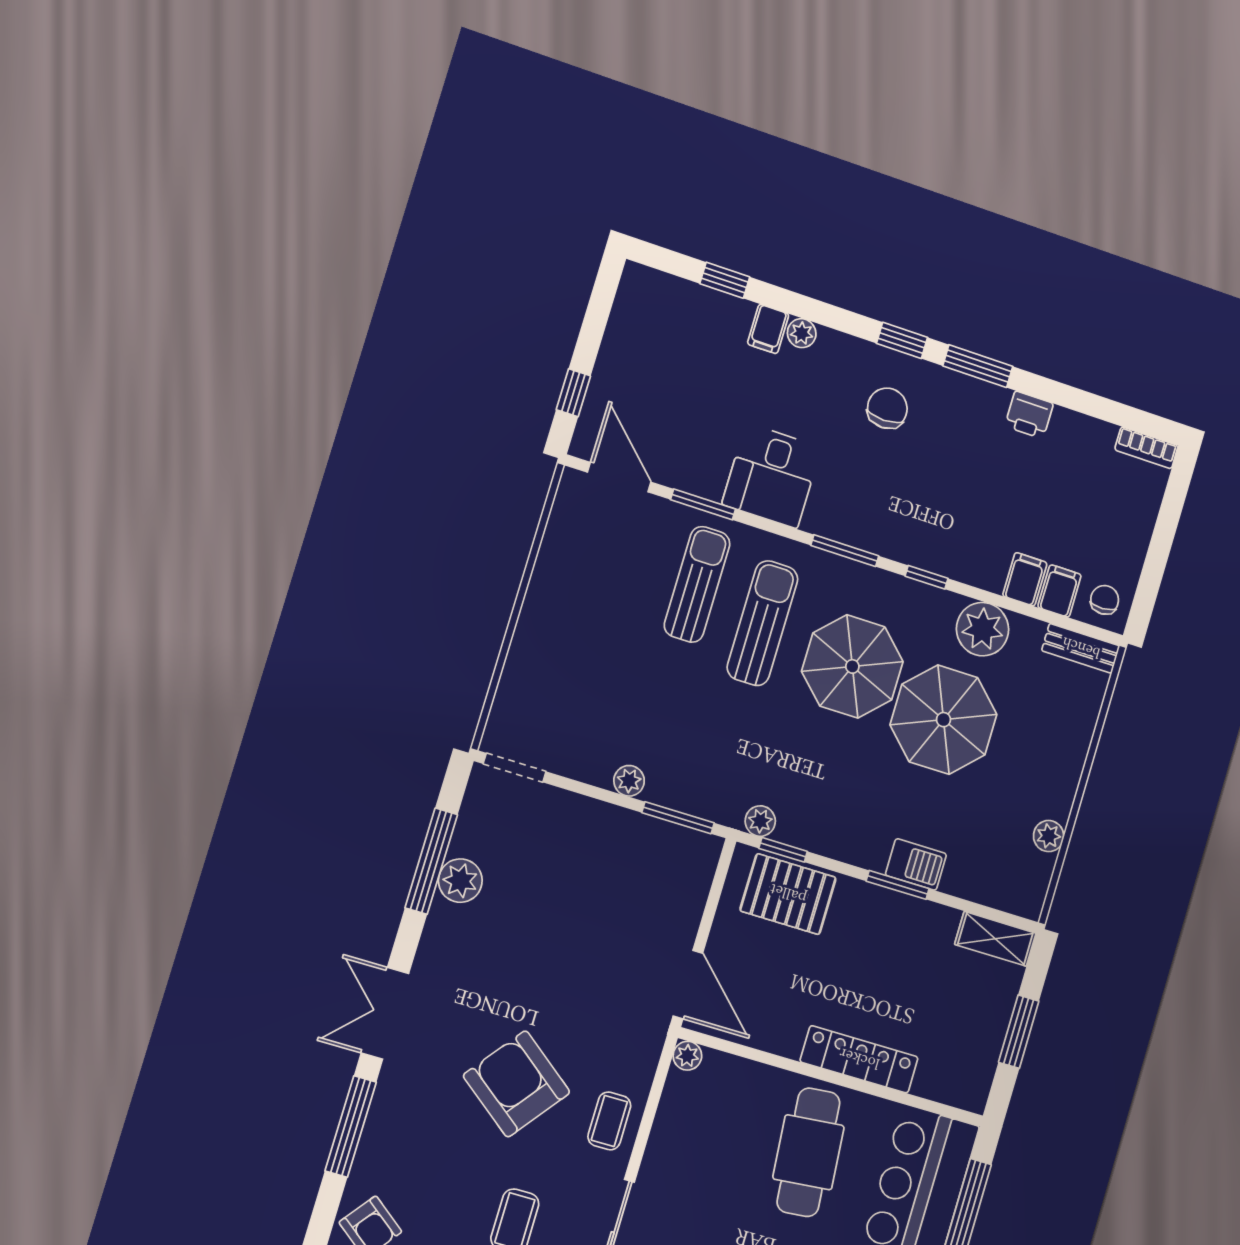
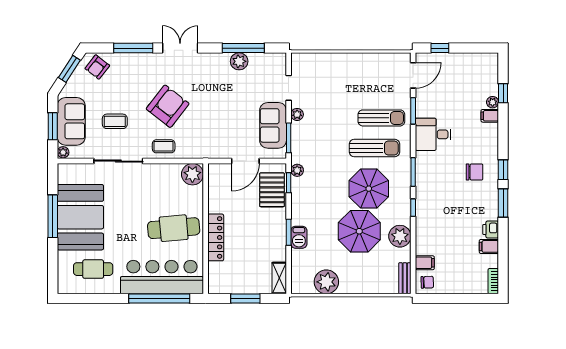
plant: (802, 333) -> (493, 102), moved
filing cabinet: (1025, 579) -> (489, 246), moved, turned 180
doorway: (515, 768) -> (289, 88), moved
plant: (1049, 836) -> (326, 282), width x1.88, depth x1.88
sofa: (638, 846) -> (273, 125), added
door: (688, 985) -> (245, 161), moved
plant: (687, 1056) -> (192, 174), width x1.88, depth x1.88

